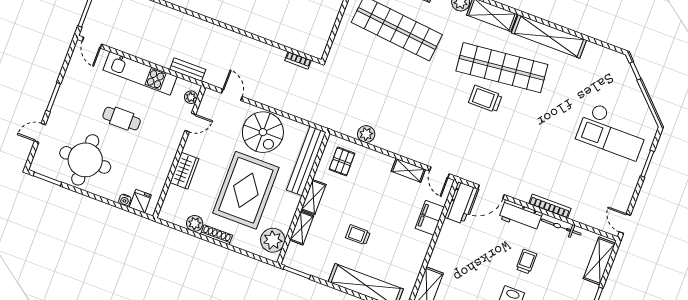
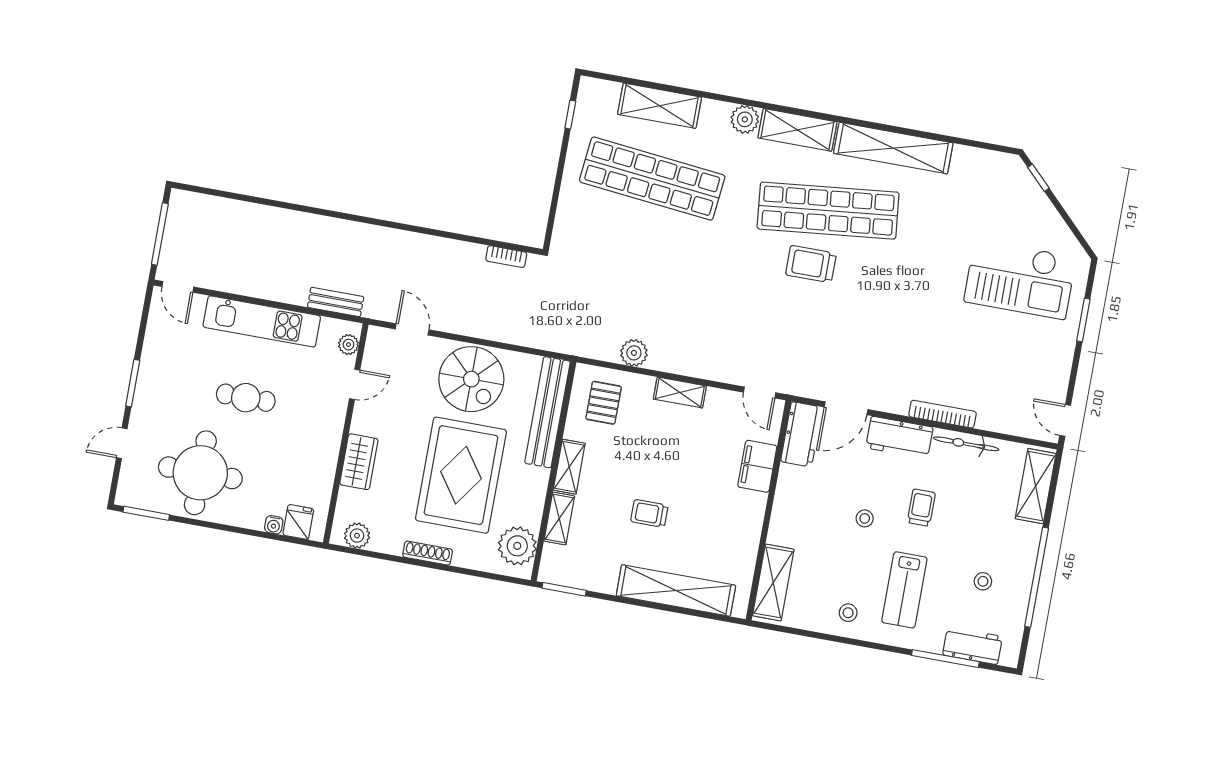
shelving: (408, 170) -> (680, 392), moved
plant: (195, 223) -> (357, 536), moved
stool: (490, 262) -> (865, 518), added

